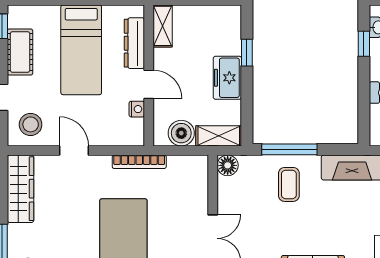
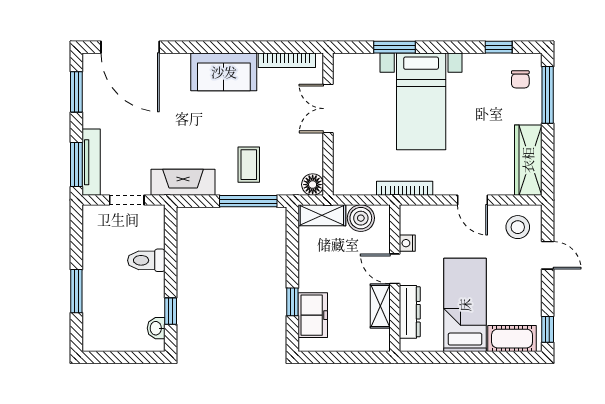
shelving: (163, 26) -> (380, 306), moved
cot: (20, 52) -> (512, 339), moved, turned 90
freezer: (227, 78) -> (313, 315), moved

